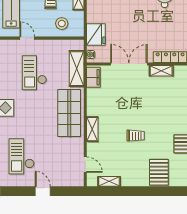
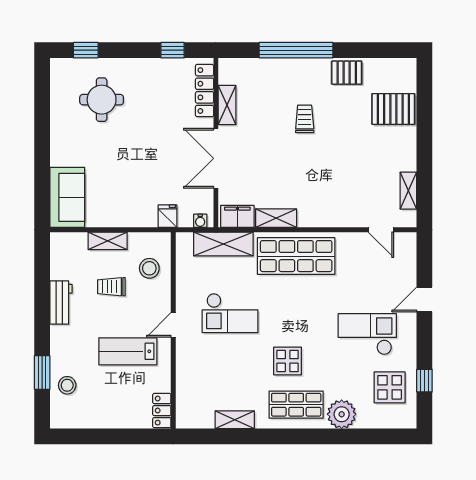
fridge: (96, 35) -> (168, 216), width x0.53, depth x0.75
shelving: (92, 129) -> (276, 218), moved
trolley: (136, 136) -> (305, 119), moved
checkout: (22, 156) -> (367, 334), turned 180
door: (85, 165) -> (381, 230), swing flipped

